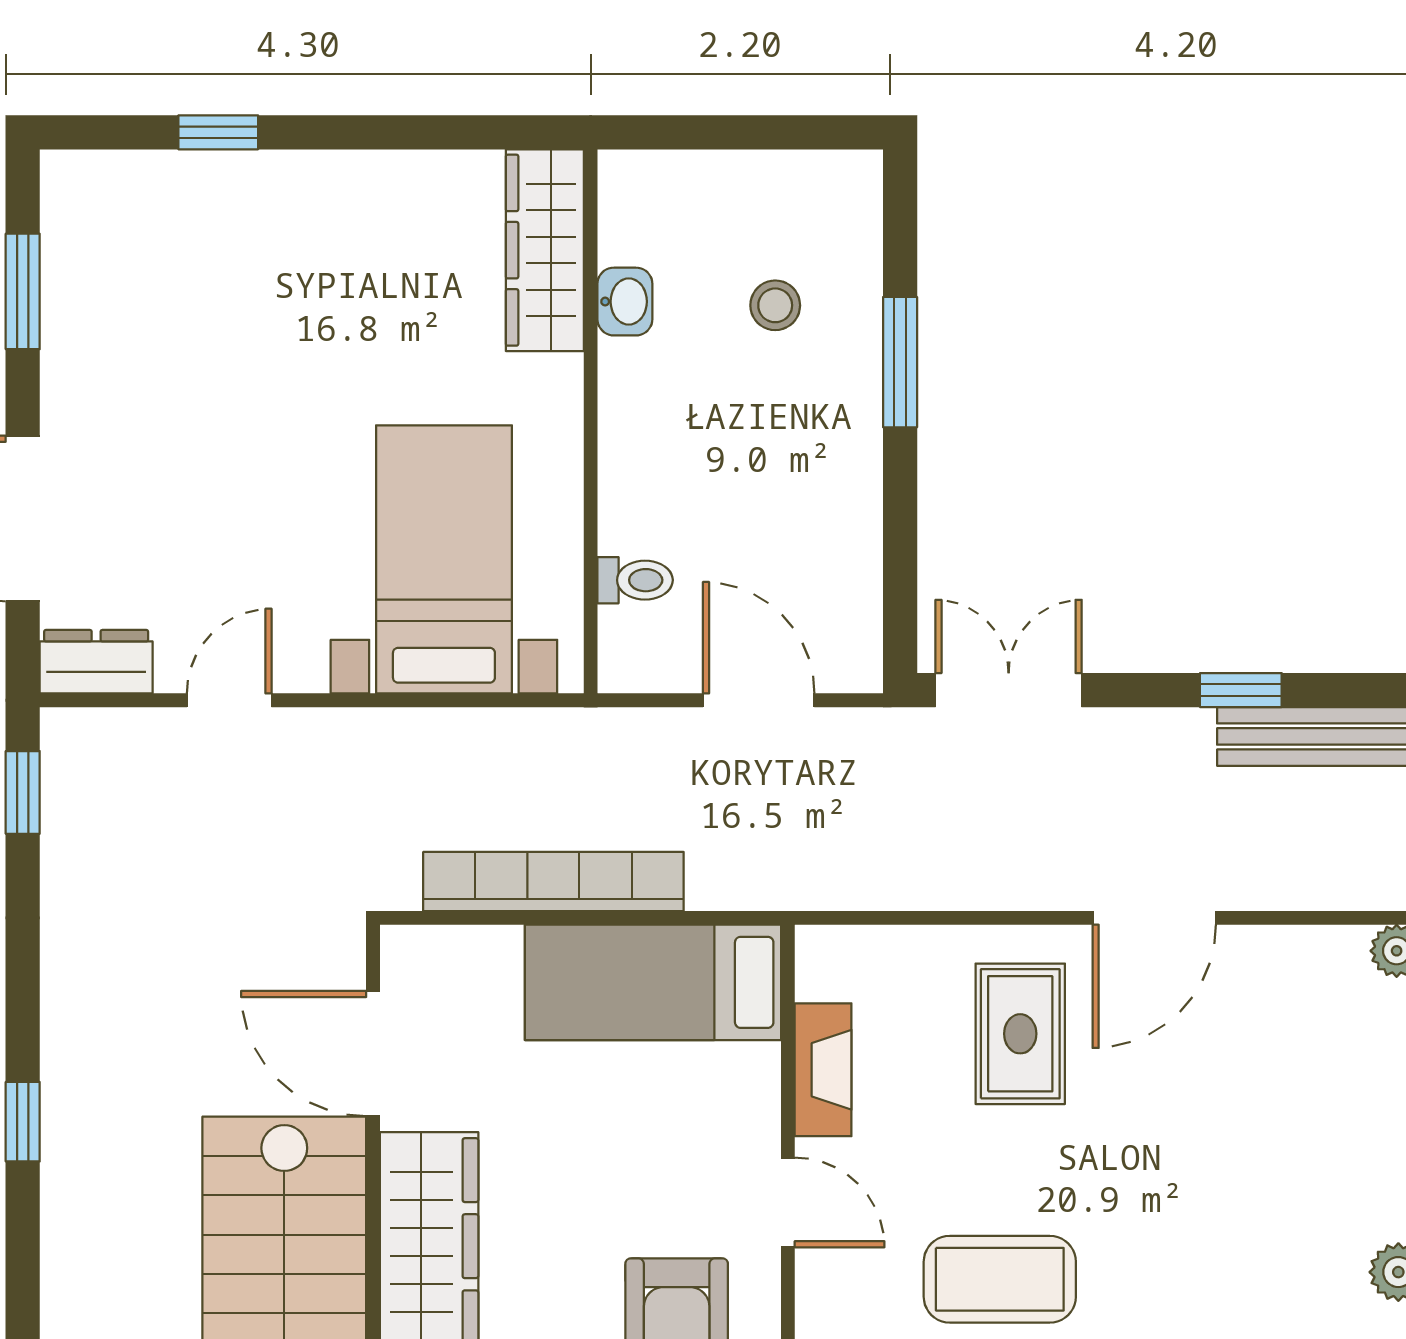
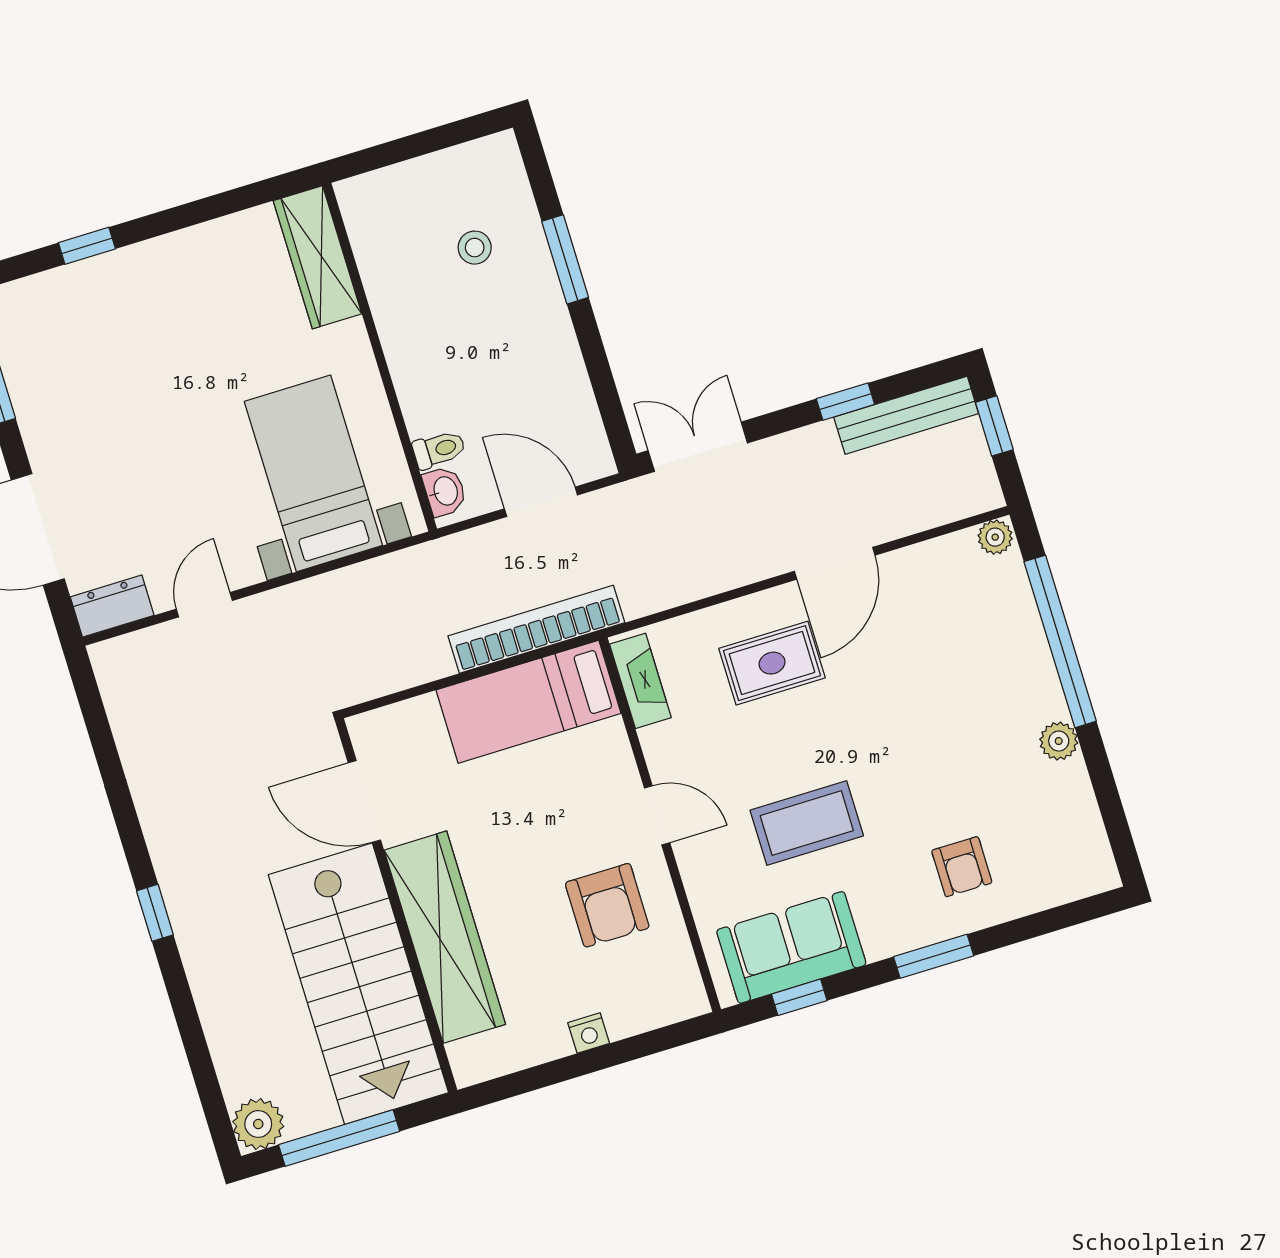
washbasin: (625, 302) -> (445, 491), moved
window: (23, 792) -> (91, 703), removed
bookcase: (553, 882) -> (536, 629), moved
rug: (1020, 1034) -> (772, 663), turned 90
fireplace: (823, 1070) -> (640, 681), moved

